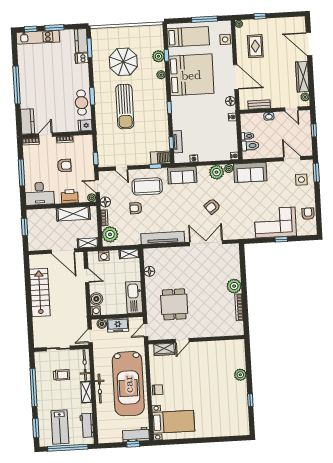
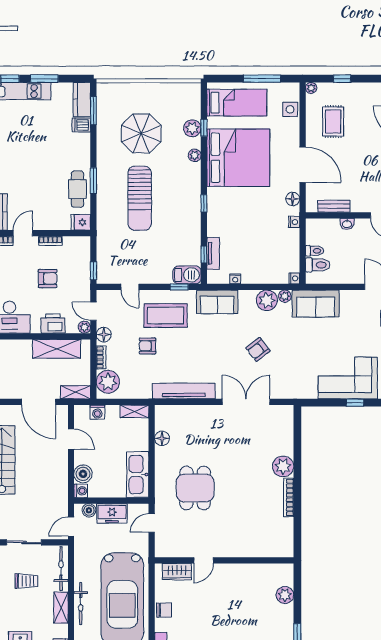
wall: (196, 340) -> (224, 560), moved
door: (182, 341) -> (204, 560), moved
wardrobe: (164, 349) -> (177, 572), moved

